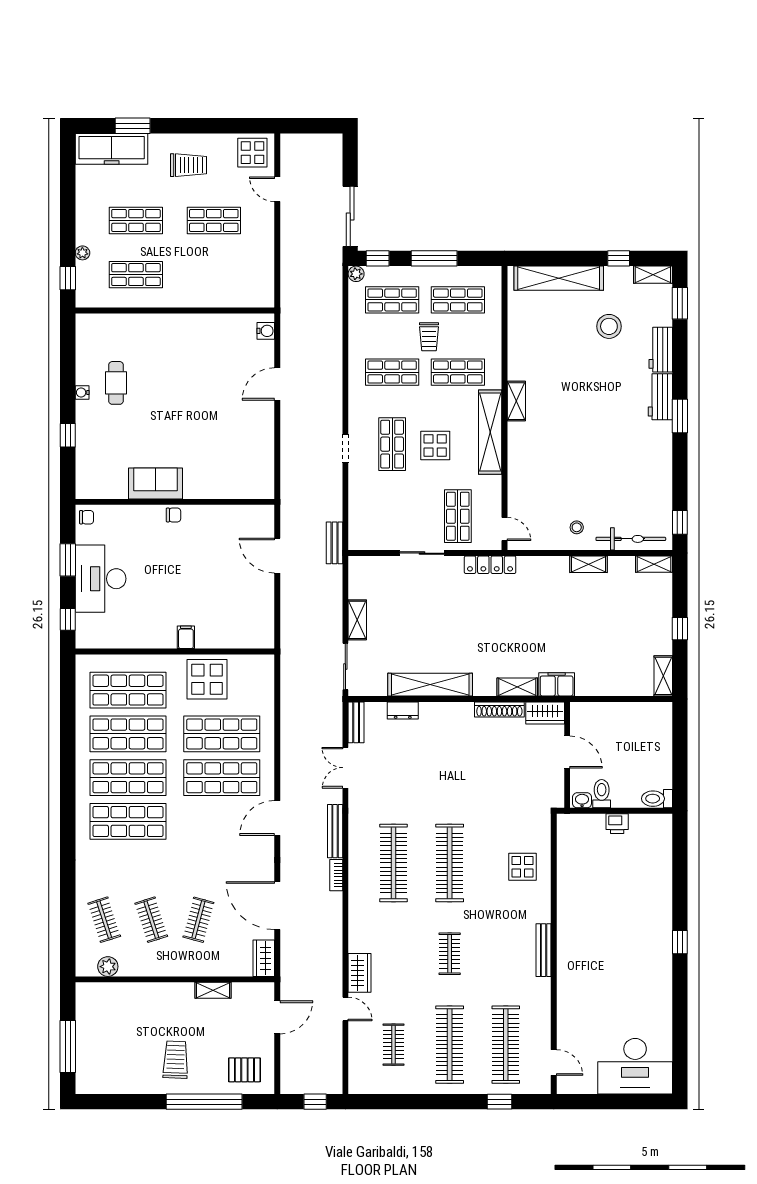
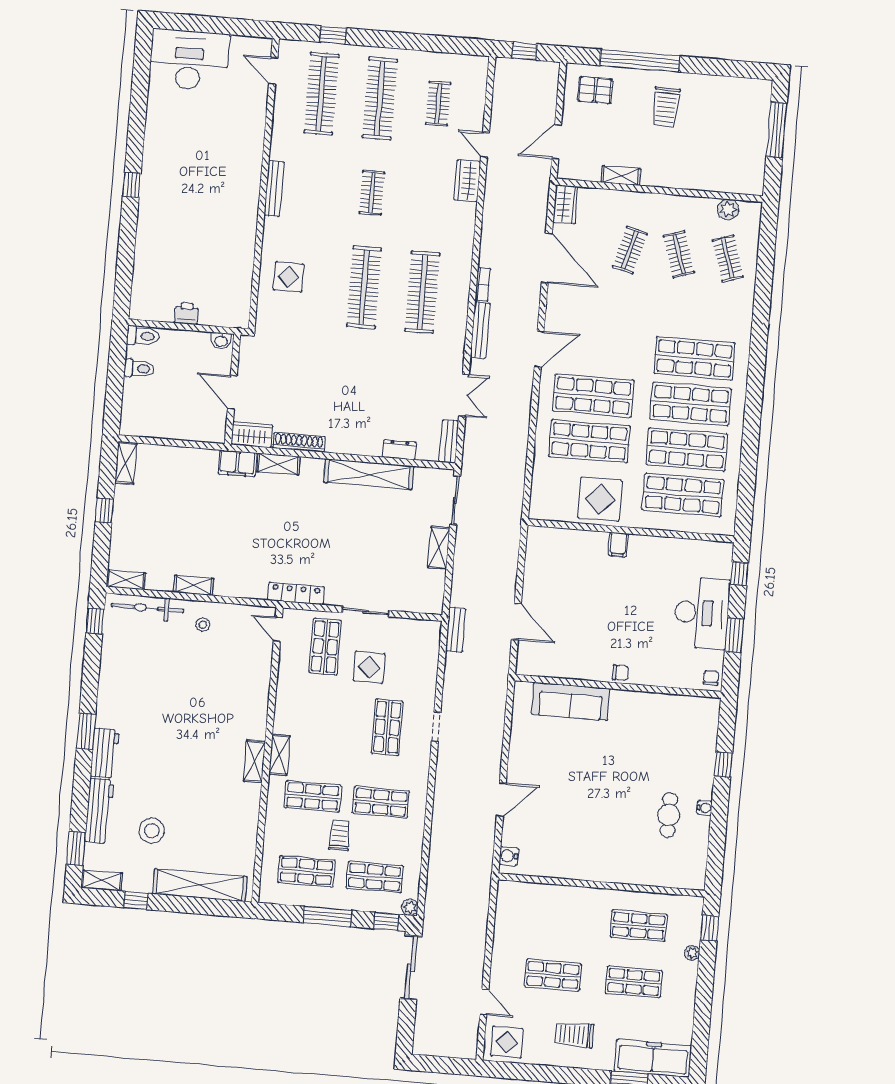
workbench: (661, 350) -> (99, 811), width x1.37
shelving: (490, 432) -> (279, 755), width x0.45, depth x0.75
display table: (435, 445) -> (369, 667), moved
sofa: (156, 483) -> (571, 702), moved, width x1.36
chair: (174, 515) -> (620, 673), turned 180
chair: (87, 517) -> (711, 678), turned 90
toilet: (602, 794) -> (139, 369), moved, turned -90

